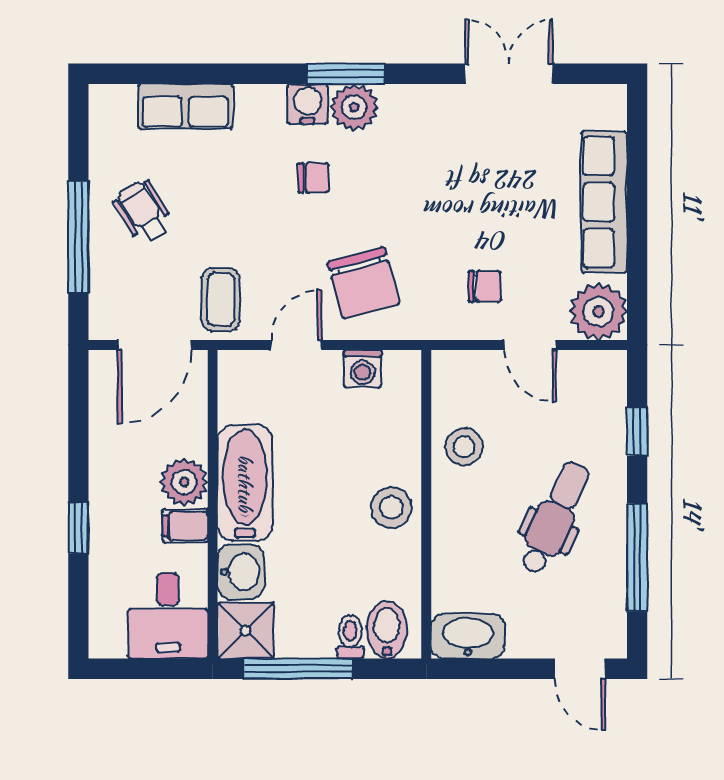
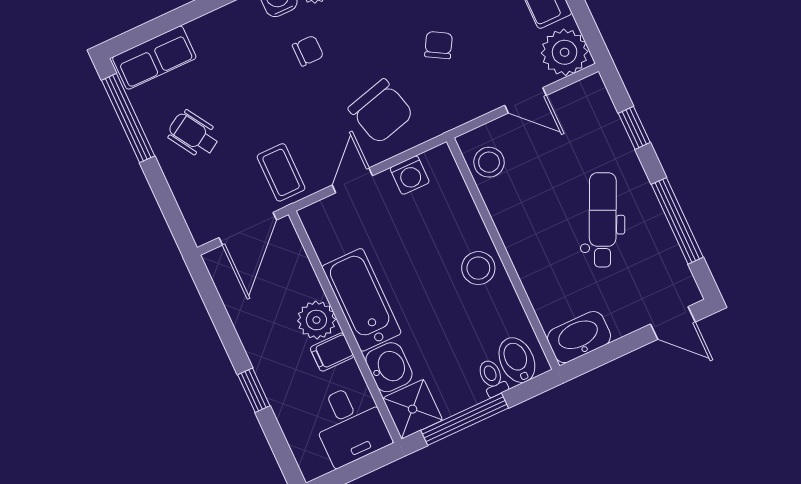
row of seats: (185, 106) -> (154, 58), moved
window: (78, 237) -> (128, 118), moved
chair: (485, 286) -> (439, 45), moved, turned -60
stool: (464, 447) -> (489, 162), moved

